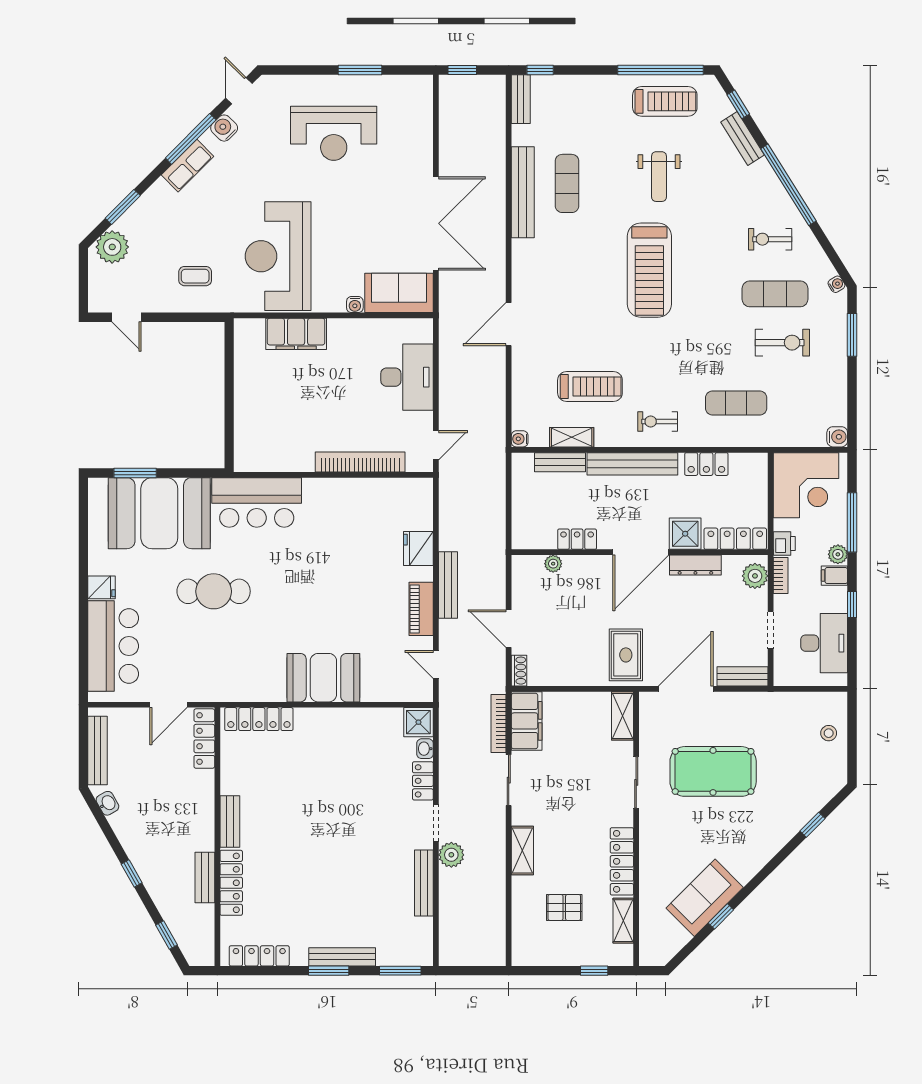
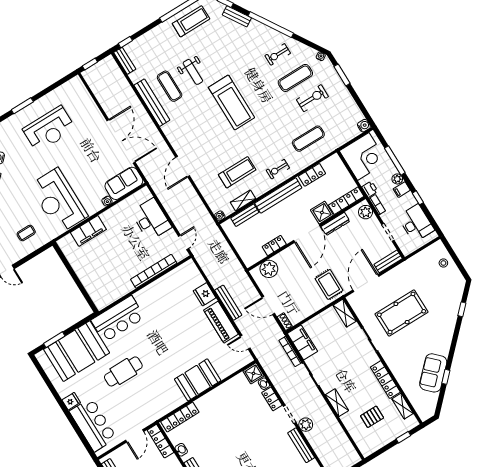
window: (360, 70) -> (22, 106), moved
weight bench: (659, 177) -> (193, 72), moved
plant: (553, 564) -> (269, 269), width x1.88, depth x1.88
piano: (421, 609) -> (221, 322), width x1.37, depth x1.33
washbasin: (229, 772) -> (181, 450), added

